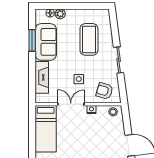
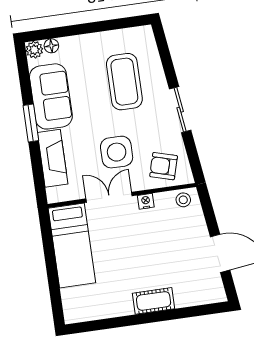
plant: (60, 14) -> (34, 50), moved
window: (32, 40) -> (31, 123), moved
side table: (79, 79) -> (117, 152), width x1.87, depth x1.87

